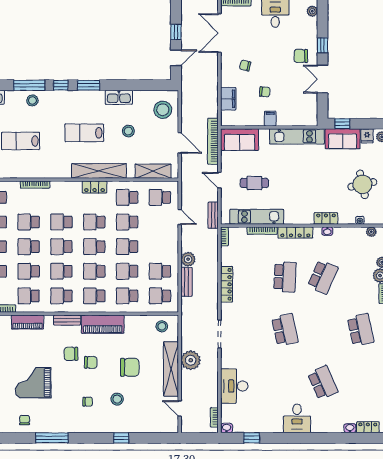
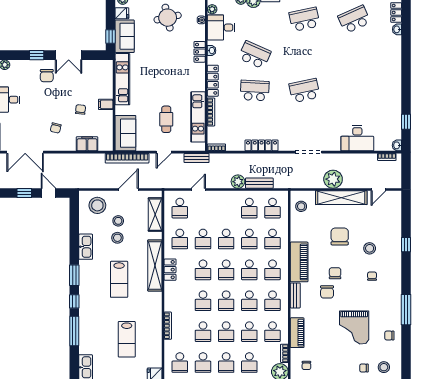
stool: (32, 100) -> (118, 221), moved
school desk: (323, 383) -> (354, 19), moved
desk: (297, 418) -> (221, 28), moved, turned 180

